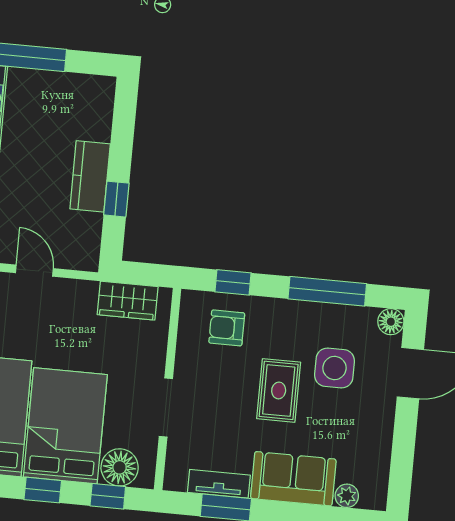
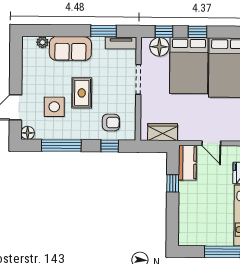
kitchen counter: (90, 176) -> (187, 163), moved
tv unit: (219, 484) -> (121, 43), moved

